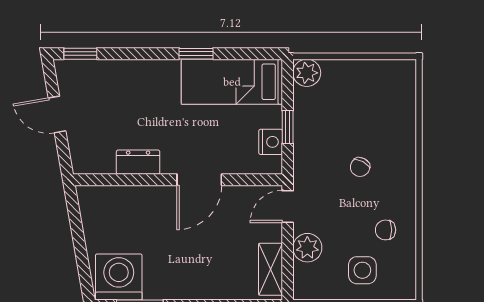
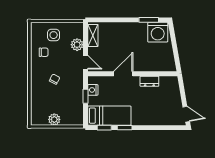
window: (80, 54) -> (104, 128), moved
plant: (307, 73) -> (54, 119), moved
door: (57, 114) -> (186, 114), moved
door: (288, 207) -> (86, 62), hinge flipped

